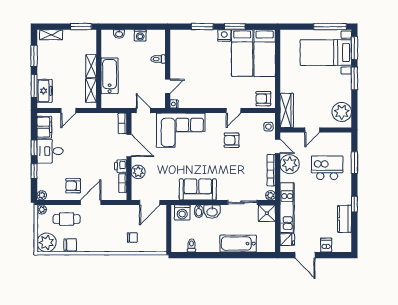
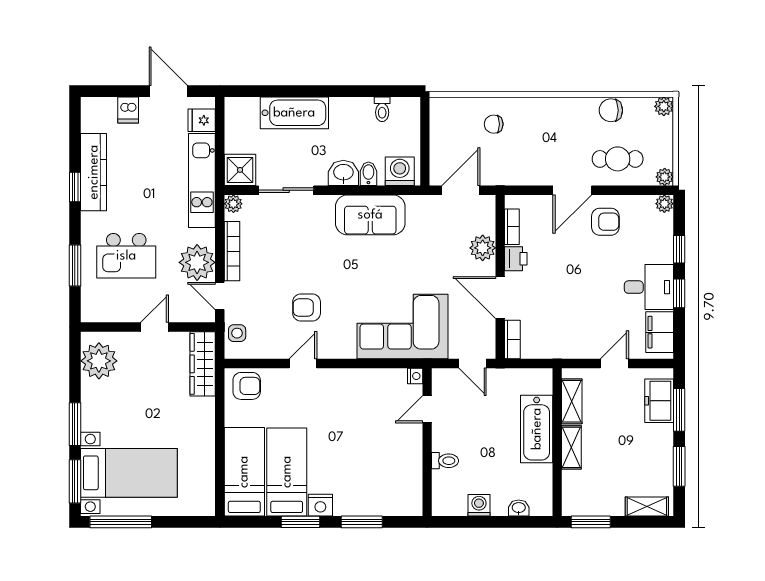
armchair: (232, 140) -> (307, 308), turned 180
kitchen counter: (345, 219) -> (94, 172), width x1.50
plant: (47, 243) -> (664, 106), width x0.53, depth x0.53

